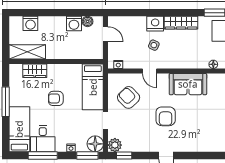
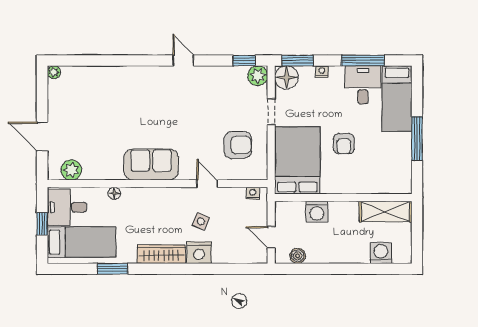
washing machine: (74, 24) -> (317, 212), moved, turned 180
wardrobe: (35, 71) -> (375, 184), removed
bed: (93, 87) -> (297, 160), width x1.50
armchair: (129, 97) -> (238, 145), turned -46
armchair: (56, 98) -> (344, 144), turned 90
armchair: (166, 116) -> (184, 118), removed

